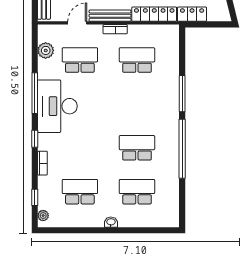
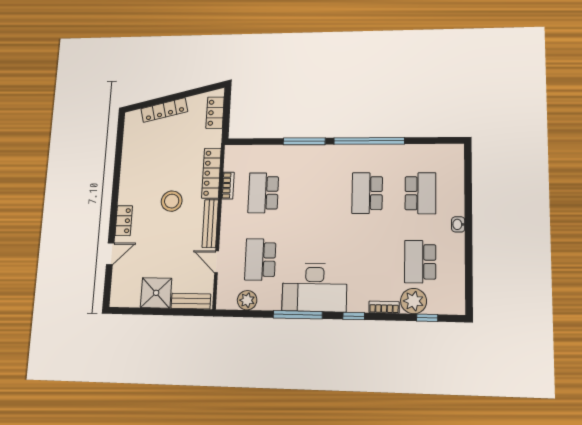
locker: (192, 14) -> (215, 113), moved
bookcase: (115, 29) -> (228, 186), moved
school desk: (137, 192) -> (420, 193), turned 180
plant: (43, 216) -> (414, 301), moved, width x1.87, depth x1.87

